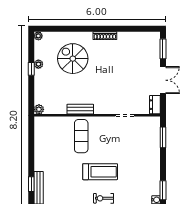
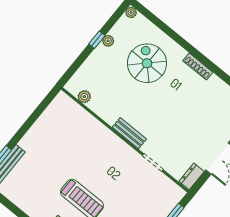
plant: (39, 109) -> (84, 97), moved
bench: (80, 109) -> (129, 133), moved
exercise mat: (81, 136) -> (92, 148), removed

